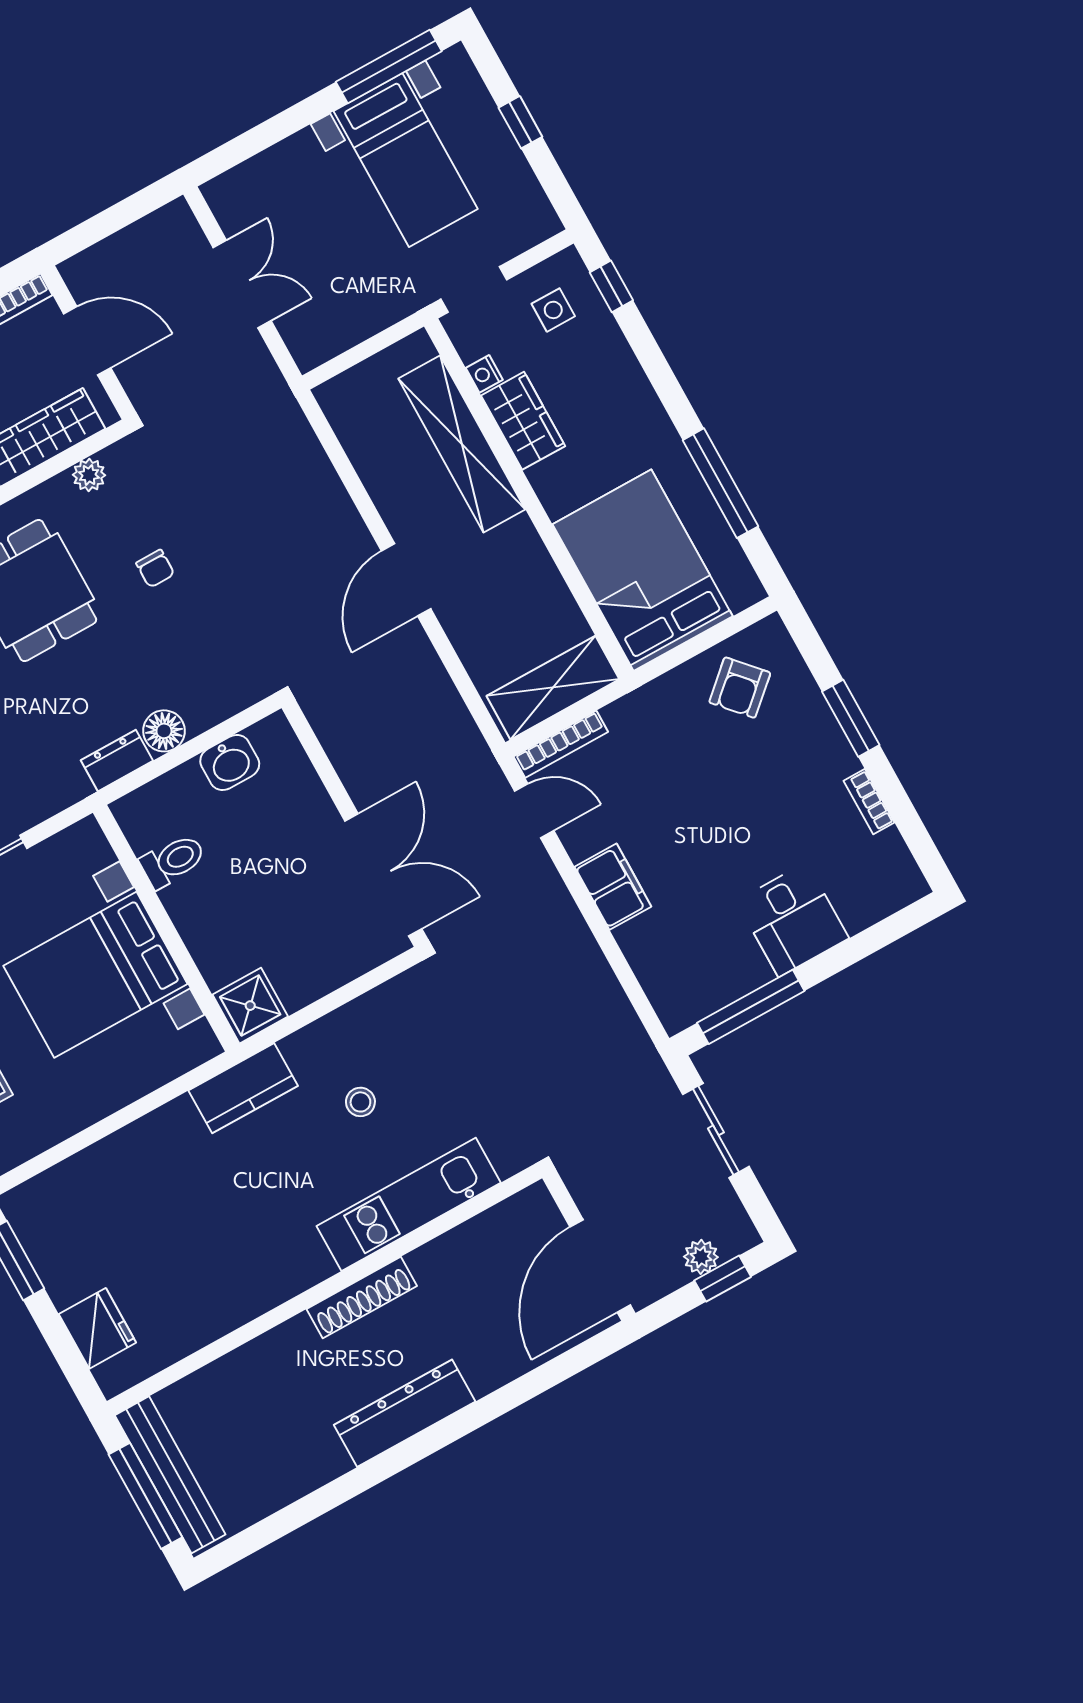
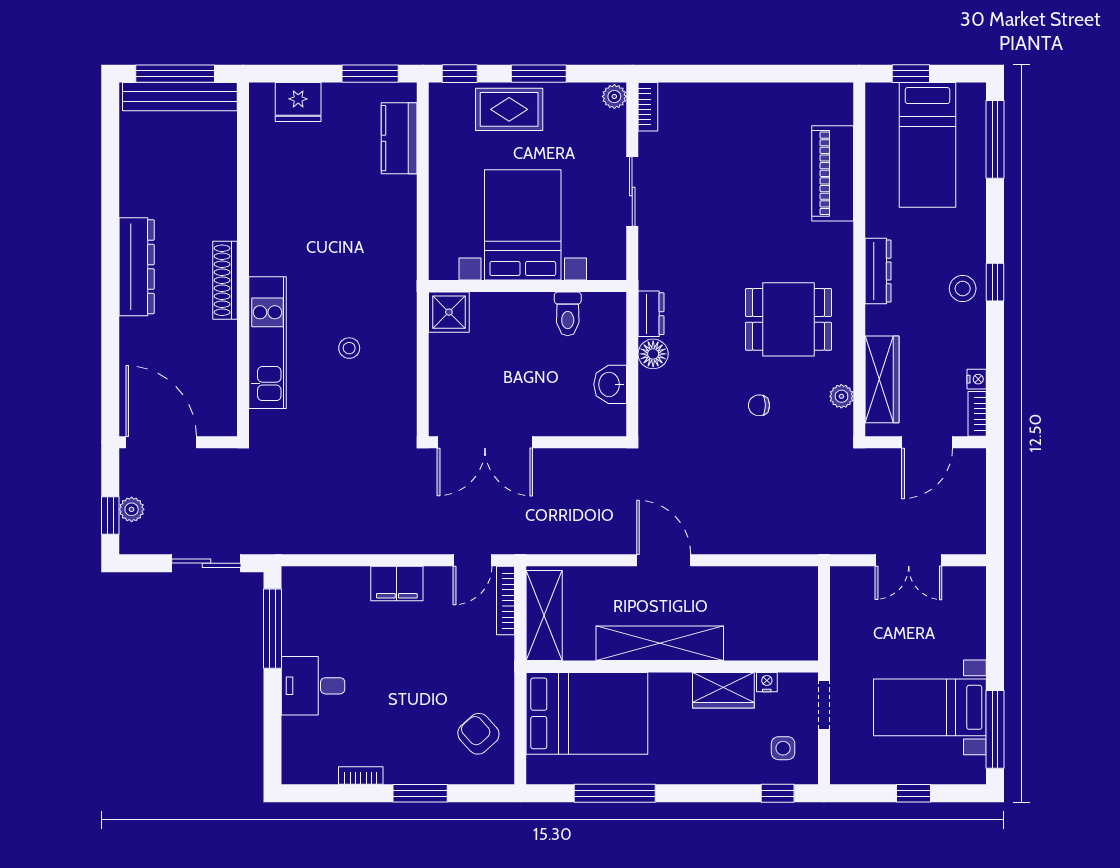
shelving: (462, 444) -> (660, 643), moved
kitchen counter: (243, 1088) -> (399, 138), moved

